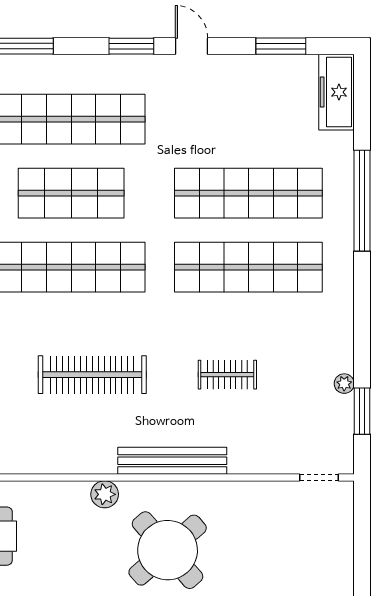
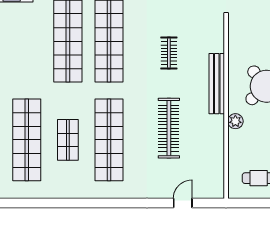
shop shelf: (71, 193) -> (68, 140), width x0.70, depth x0.74

